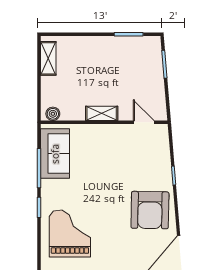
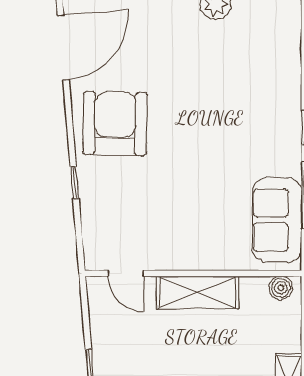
shelving: (102, 113) -> (198, 293), width x1.50, depth x1.33
grand piano: (70, 233) -> (252, 83), removed

